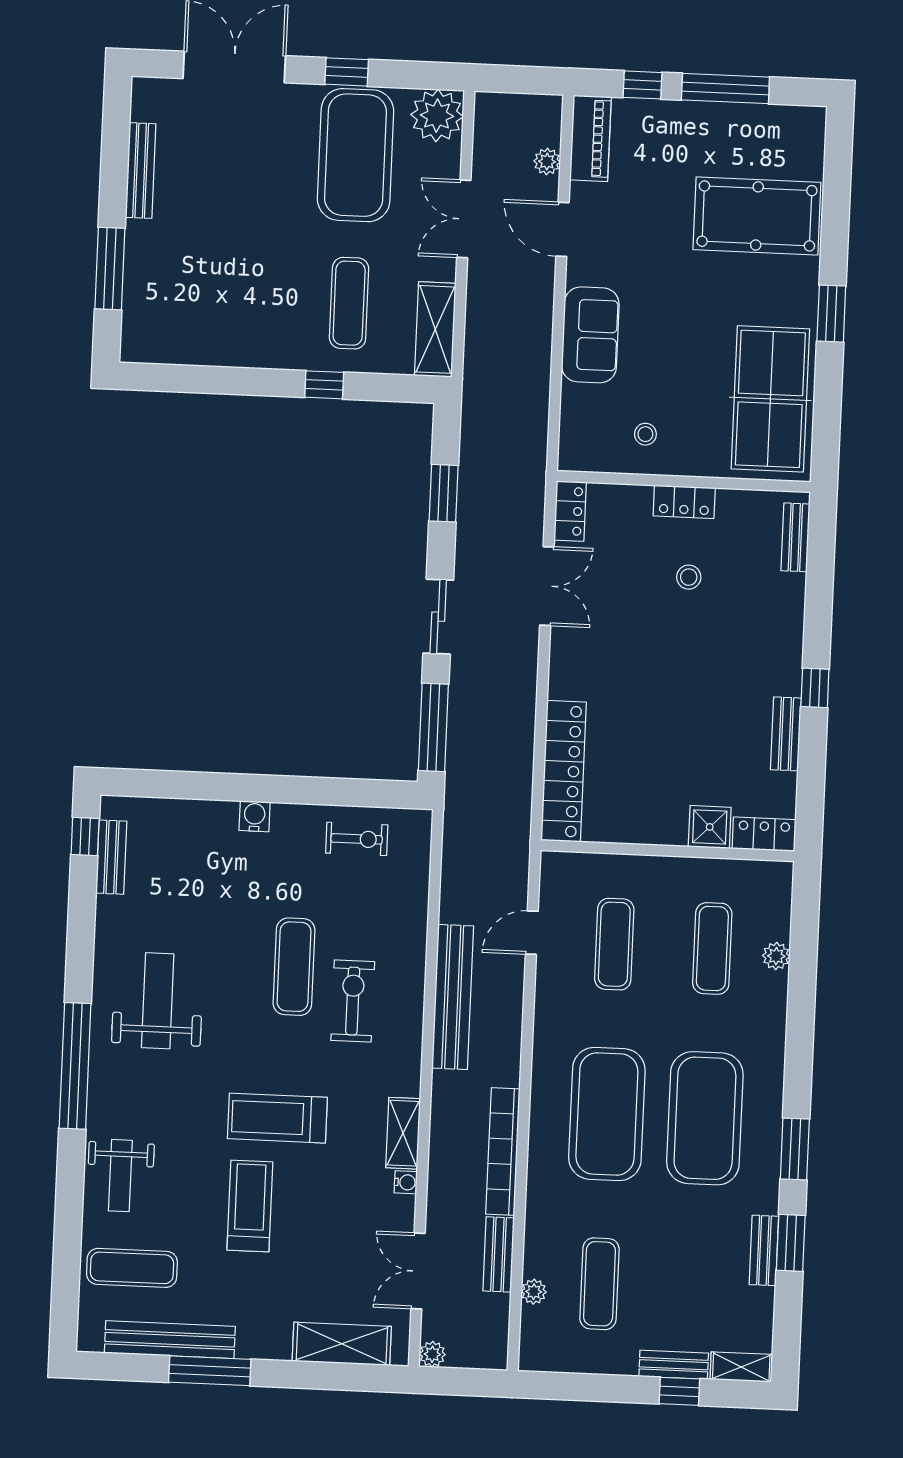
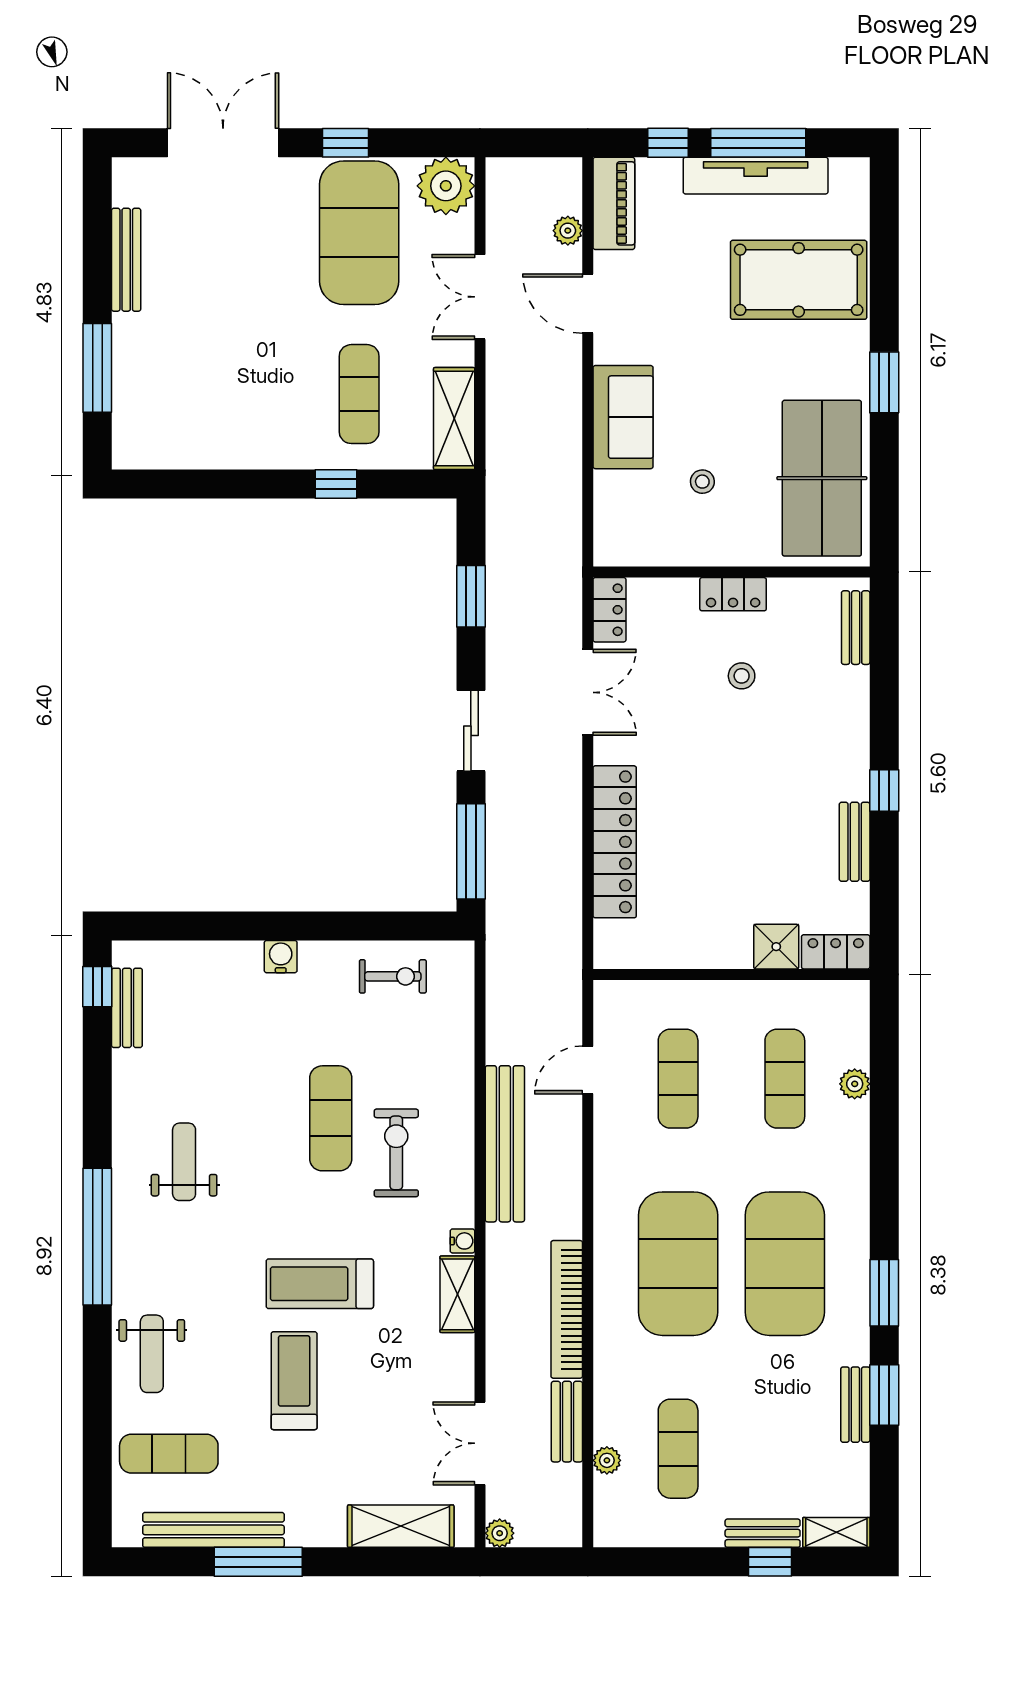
tv unit: (722, 119) -> (756, 176), added
stool: (645, 434) -> (702, 482), moved
locker: (564, 771) -> (615, 842), moved
weight bench: (158, 1001) -> (184, 1162), width x0.73, depth x0.75
water cooler: (406, 1182) -> (462, 1241), moved

